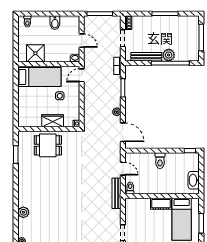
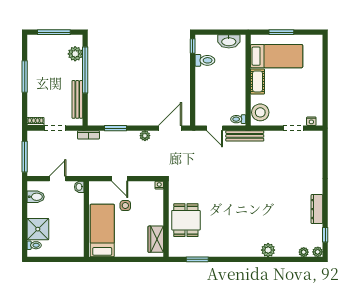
bidet: (55, 23) -> (36, 197), moved
shower: (35, 53) -> (38, 229), moved
plant: (169, 55) -> (75, 54), moved
door: (82, 75) -> (120, 179), moved
wardrobe: (53, 121) -> (156, 239), moved
toilet: (160, 161) -> (205, 60), moved
door: (123, 169) -> (215, 128), swing flipped
stool: (136, 206) -> (260, 112), added

